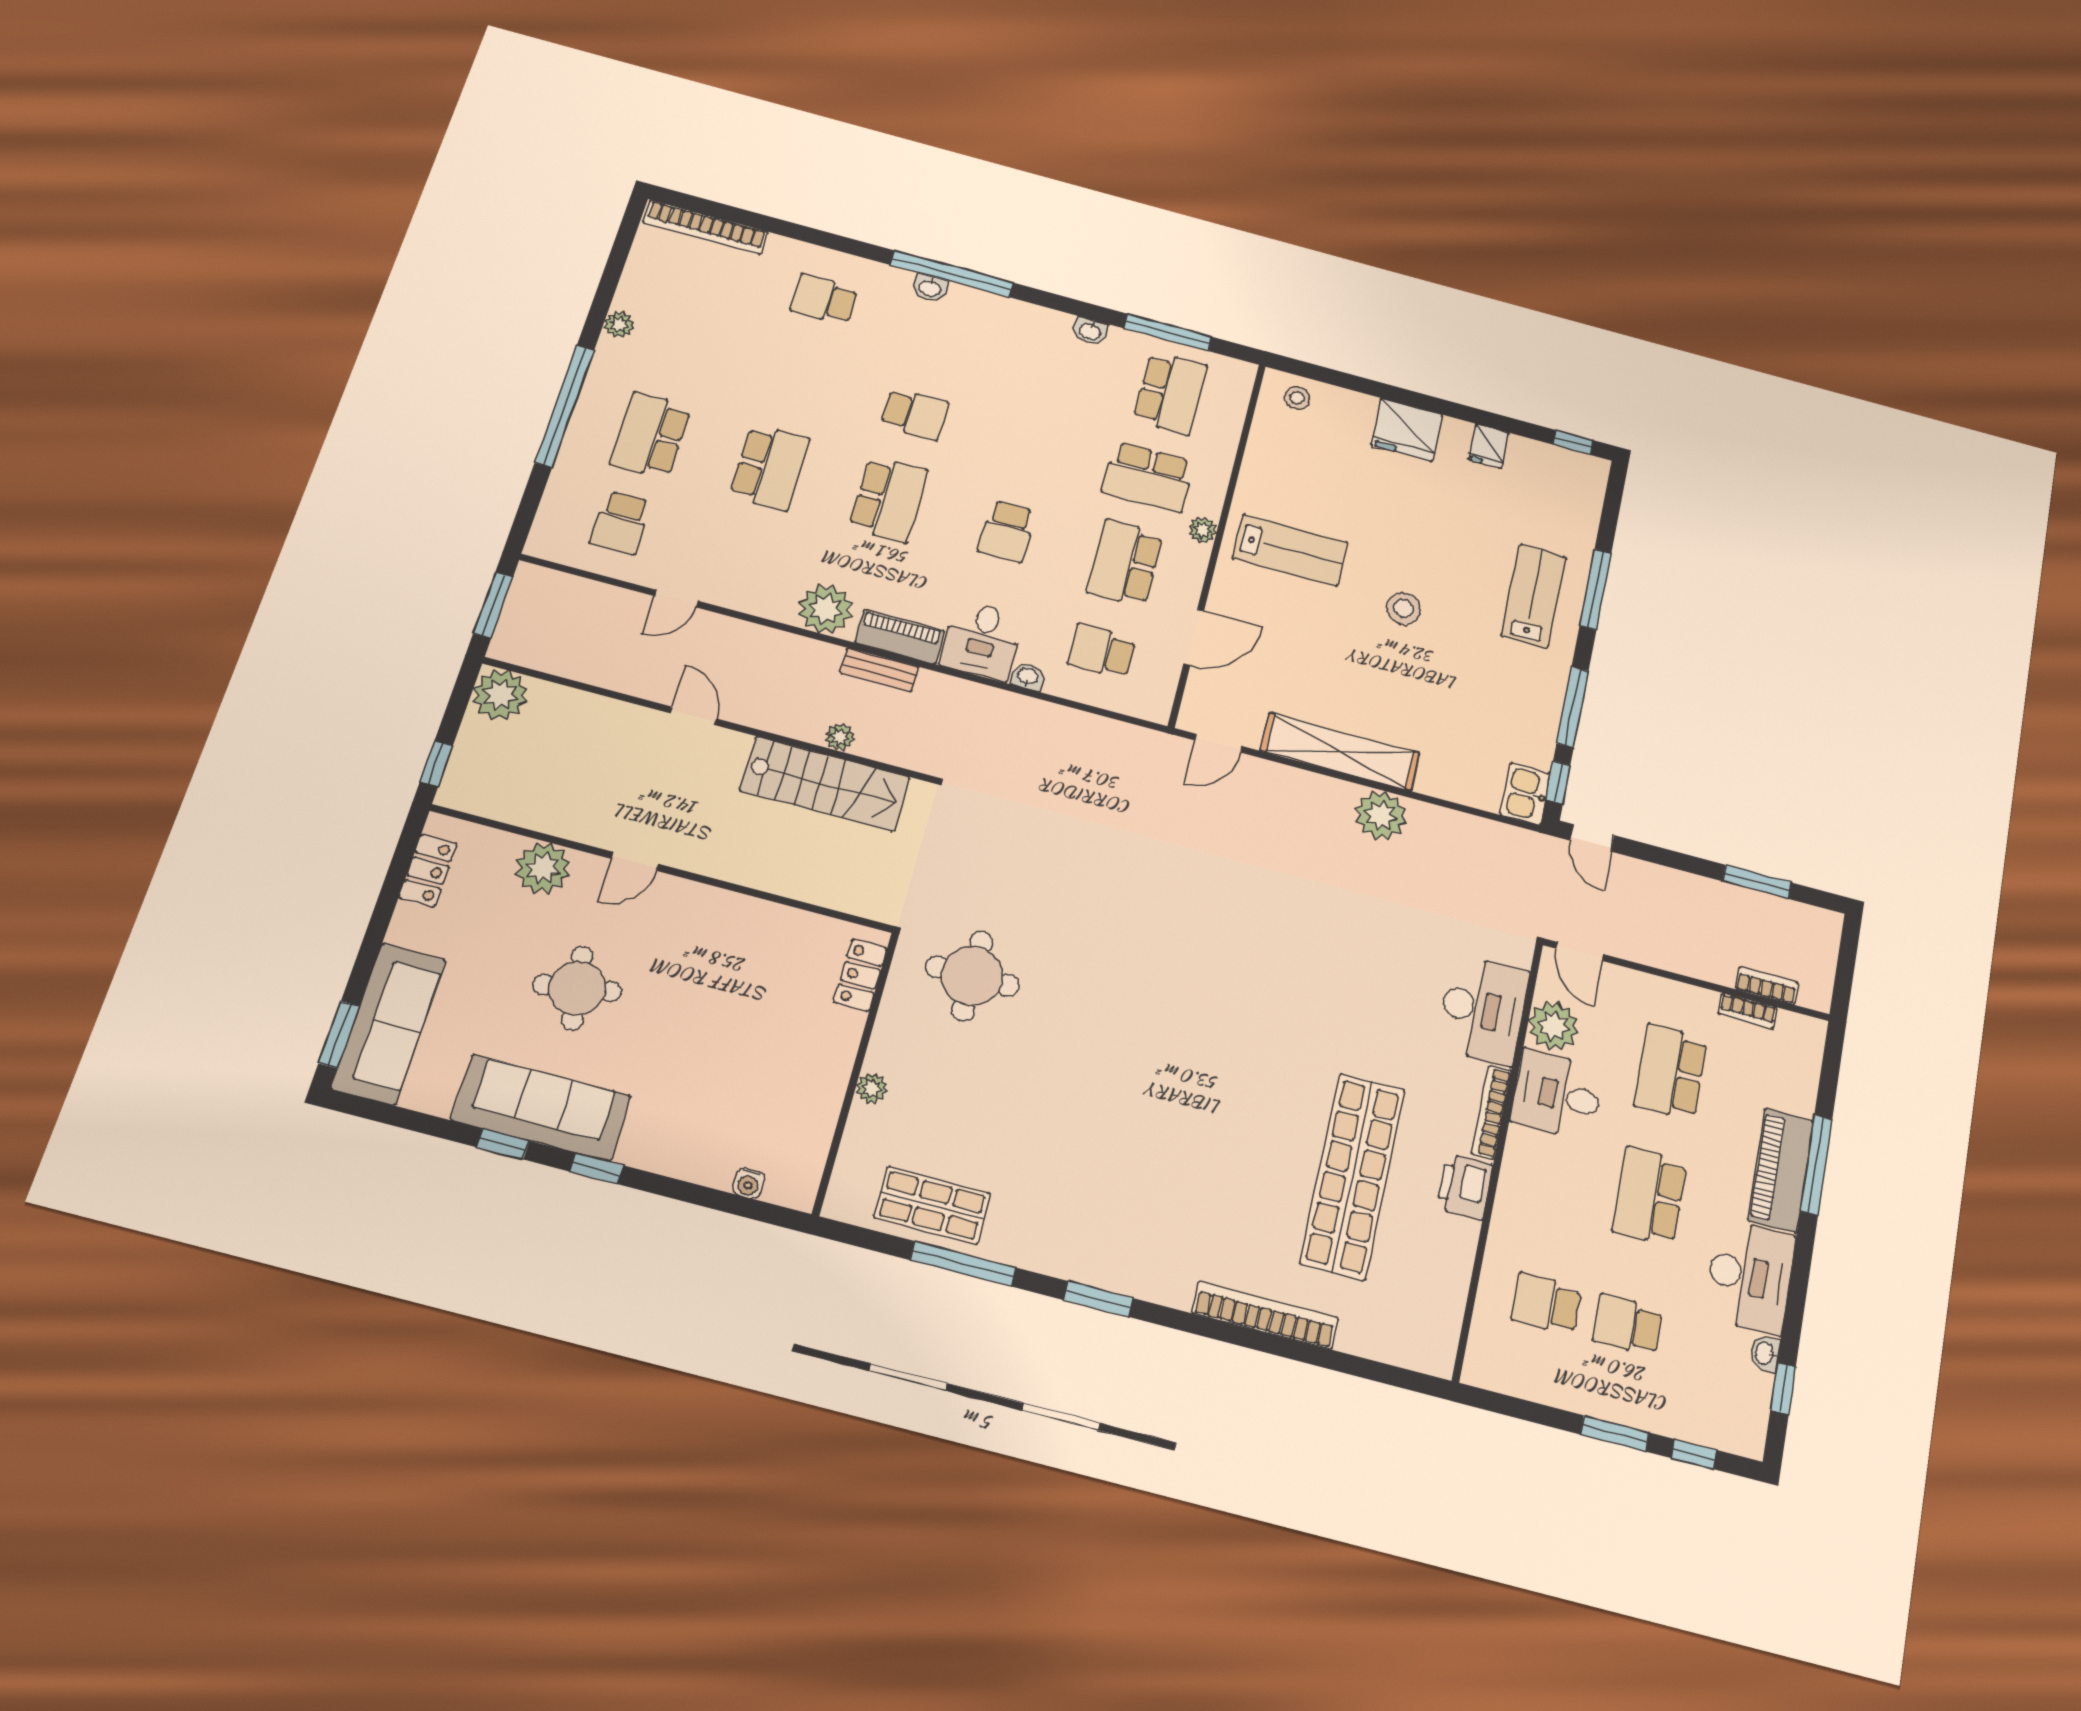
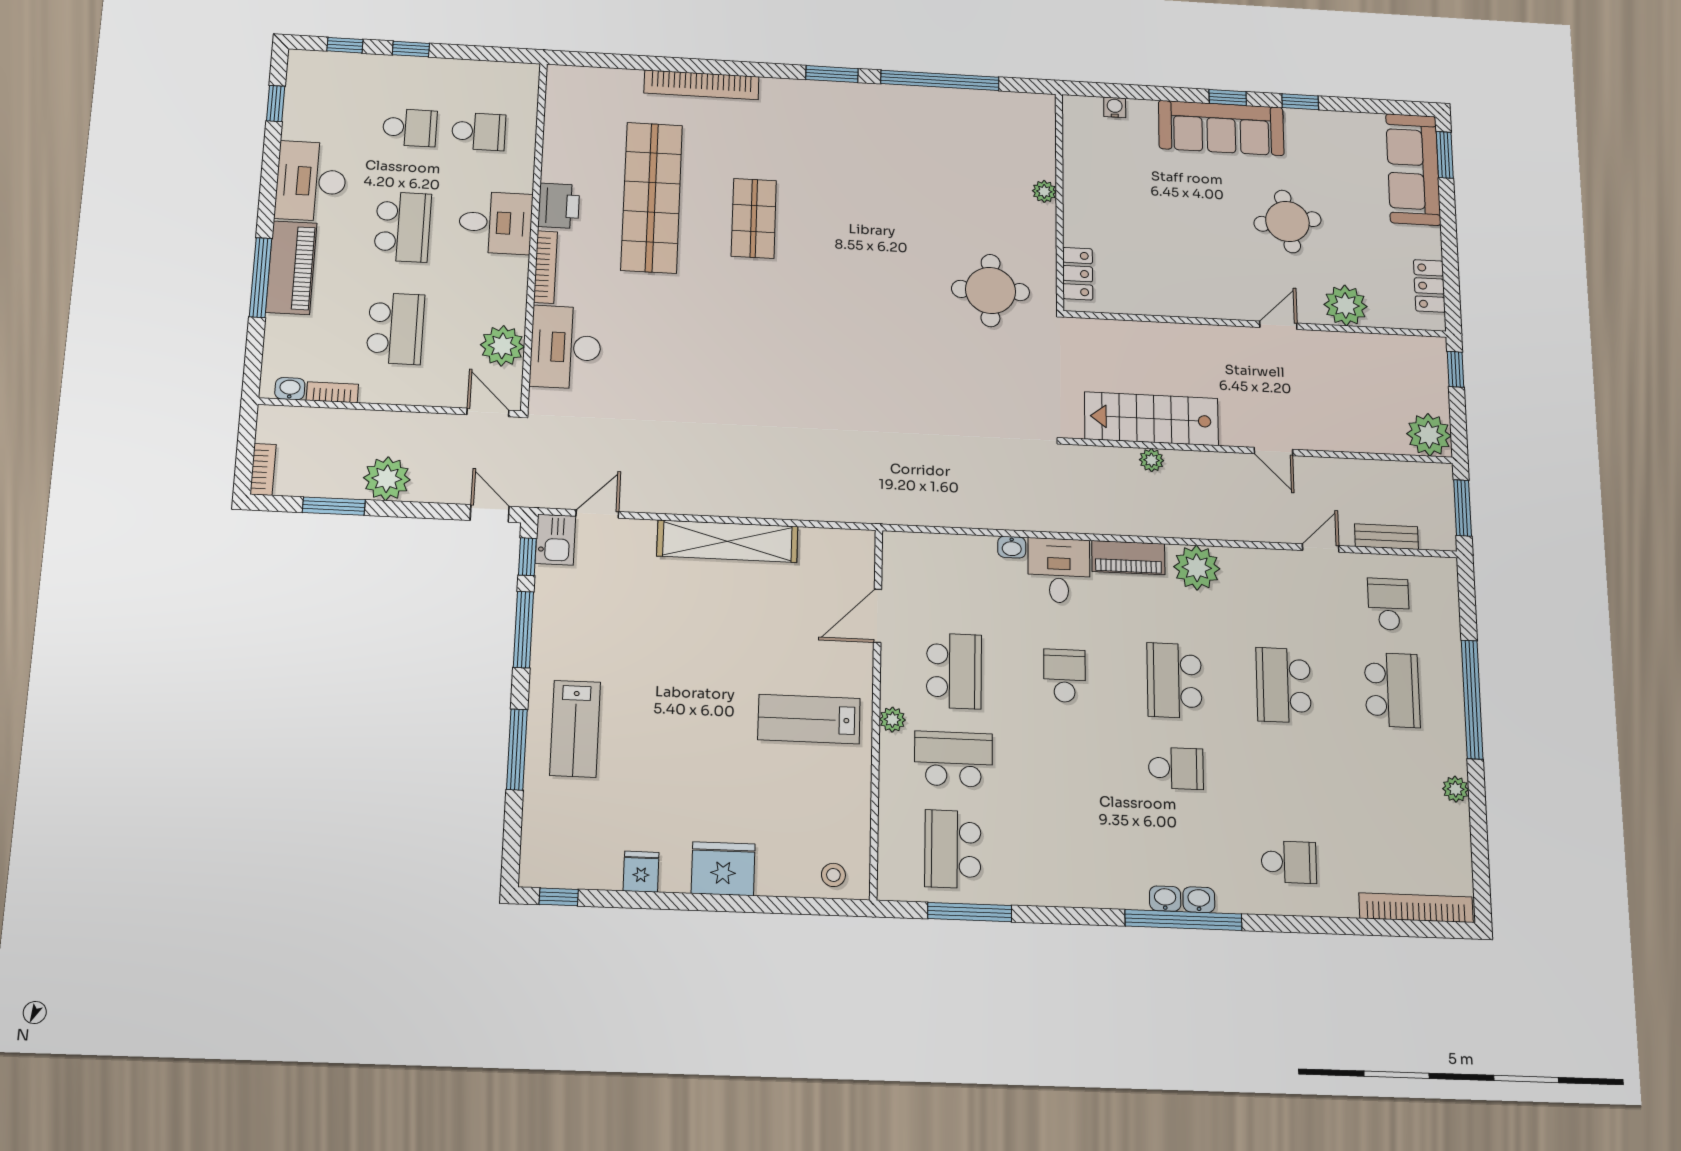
washbasin: (1090, 331) -> (1165, 899), moved
school desk: (914, 414) -> (1176, 768), turned 180
stool: (1404, 609) -> (694, 688), removed
school desk: (1102, 651) -> (955, 584), removed
bench: (879, 670) -> (1386, 537), moved
door: (1218, 743) -> (597, 514), moved
plant: (1381, 815) -> (387, 479), moved
bookcase: (1767, 986) -> (263, 469), moved, turned -90
desk: (1557, 1095) -> (496, 223), moved
sofa: (541, 1108) -> (1221, 128), moved
shop shelf: (932, 1205) -> (754, 218), moved, turned 90
window: (963, 1264) -> (940, 80), width x1.46
washbasin: (1765, 1354) -> (290, 389), moved, turned -90
window: (1615, 1433) -> (411, 49), width x0.67

